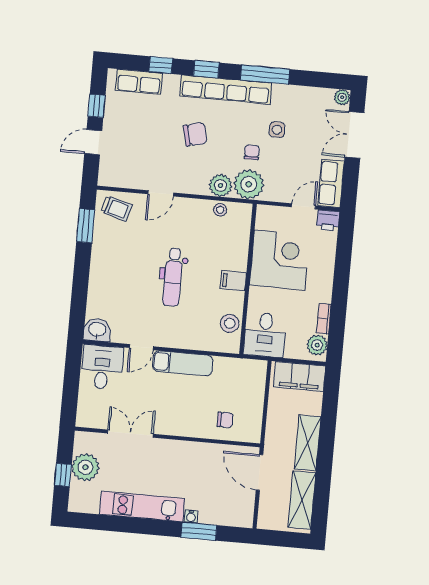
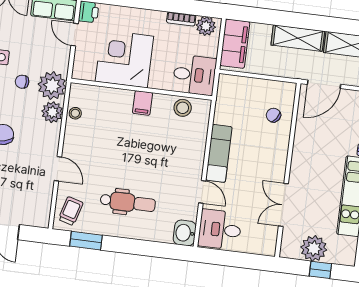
dental chair: (173, 277) -> (128, 202), moved
chair: (225, 420) -> (273, 115), turned -55

